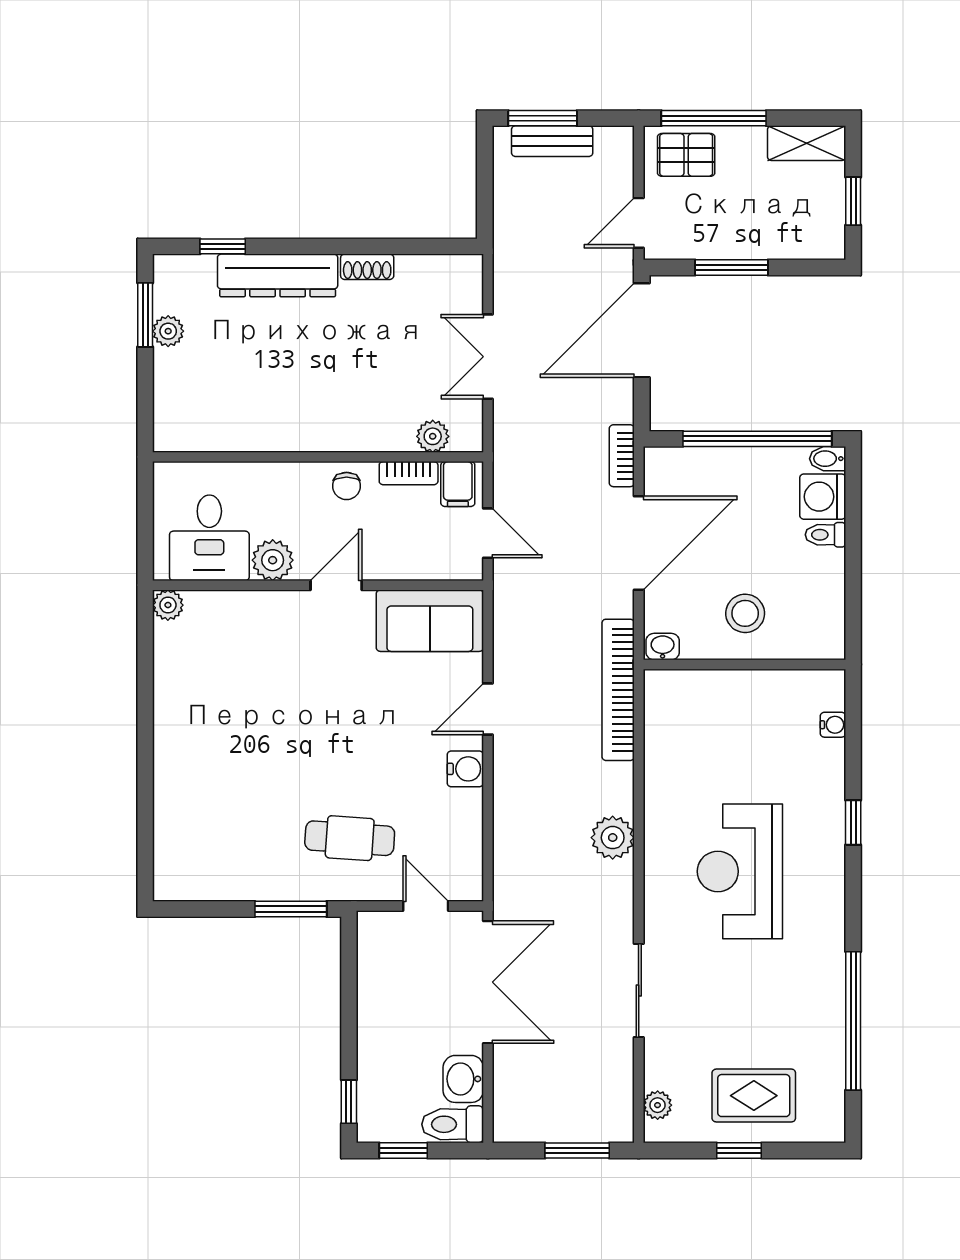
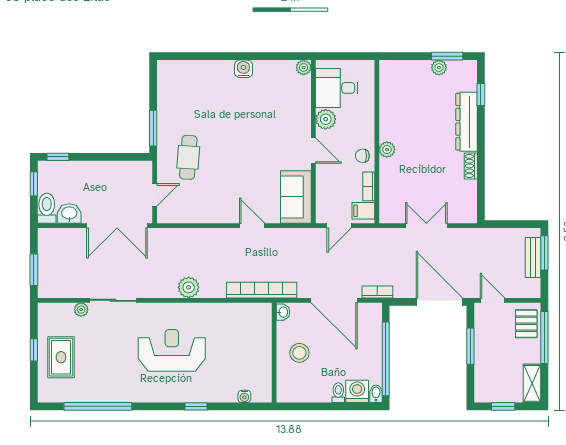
plant: (433, 436) -> (387, 150), moved
water cooler: (465, 769) -> (243, 69), moved, turned 180
plant: (658, 1105) -> (81, 310), moved

